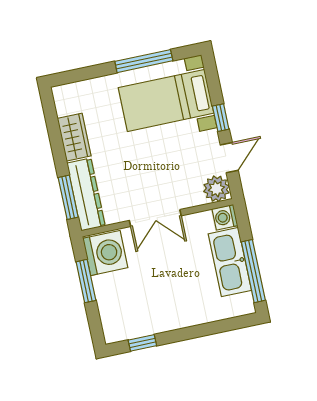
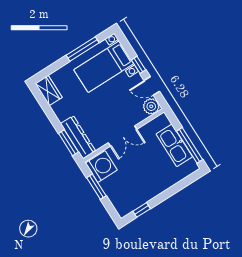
wardrobe: (74, 137) -> (49, 90), moved
door: (229, 158) -> (152, 86), swing flipped
washing machine: (225, 217) -> (162, 121), removed

